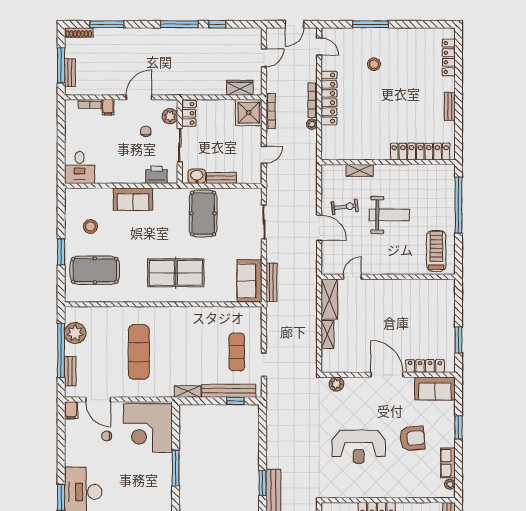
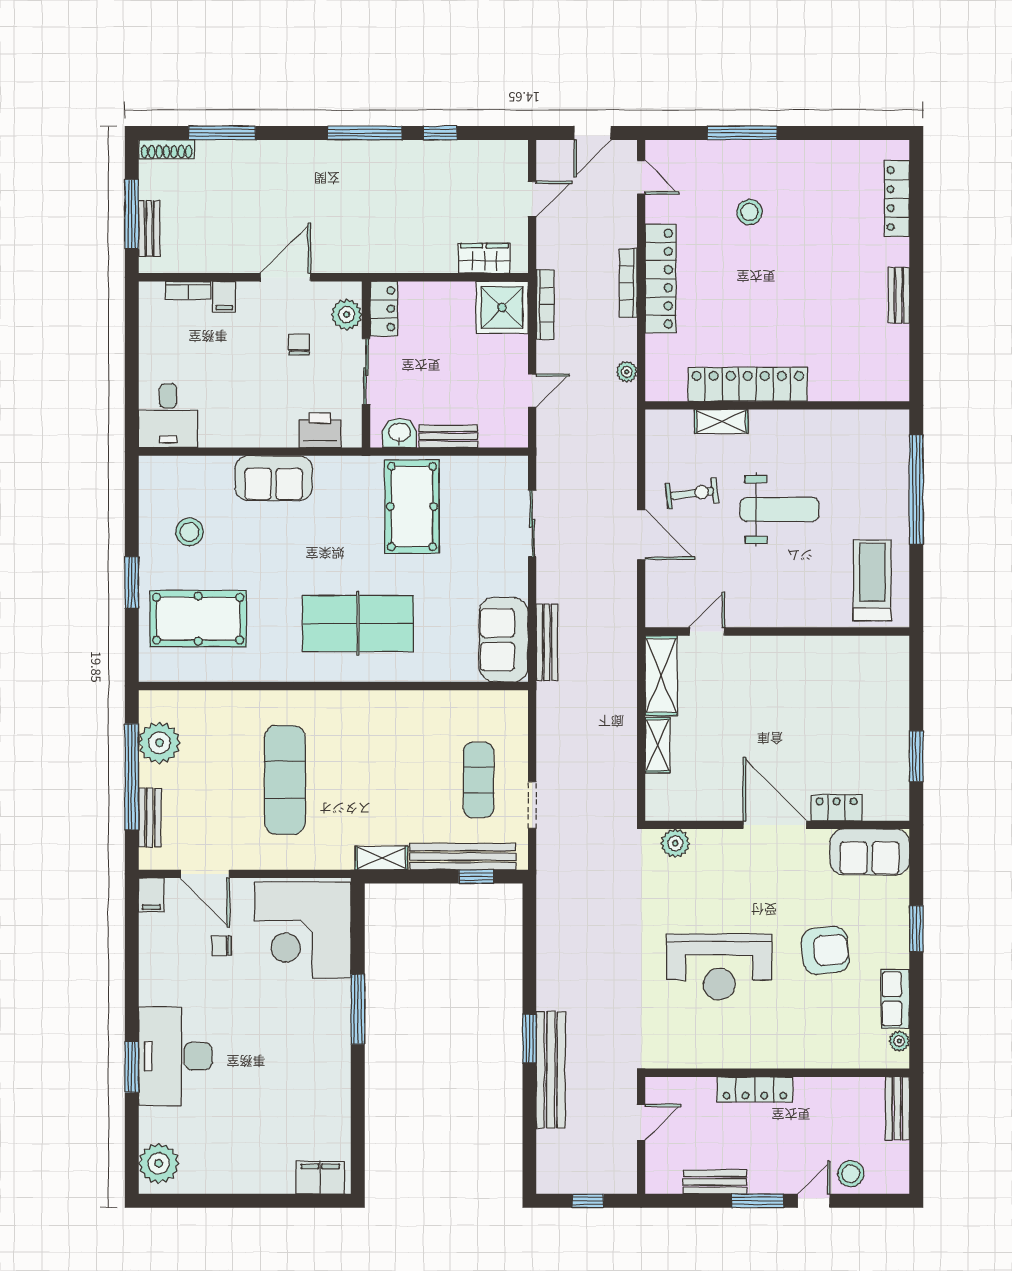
plant: (312, 124) -> (627, 372), moved
locker: (420, 152) -> (748, 384), moved
locker: (425, 366) -> (837, 808), width x0.66

